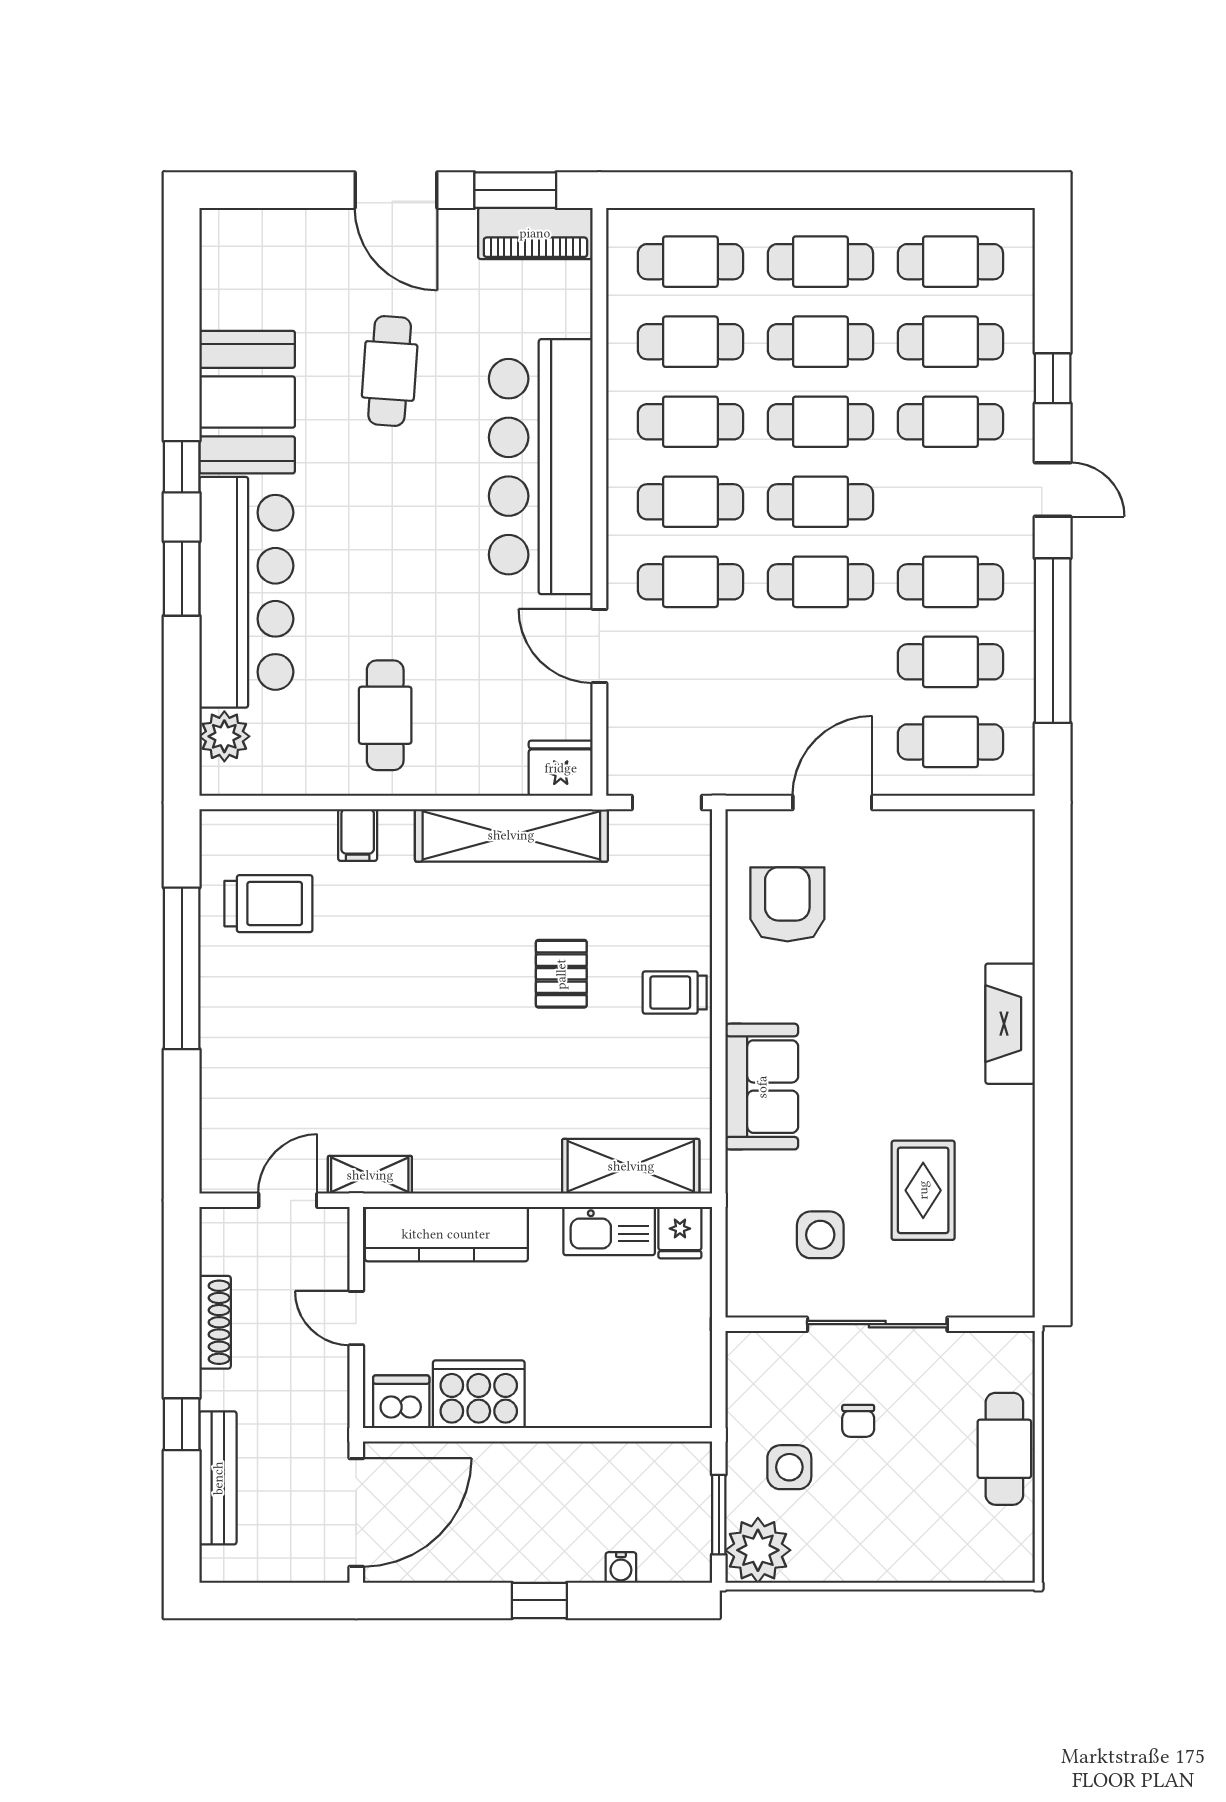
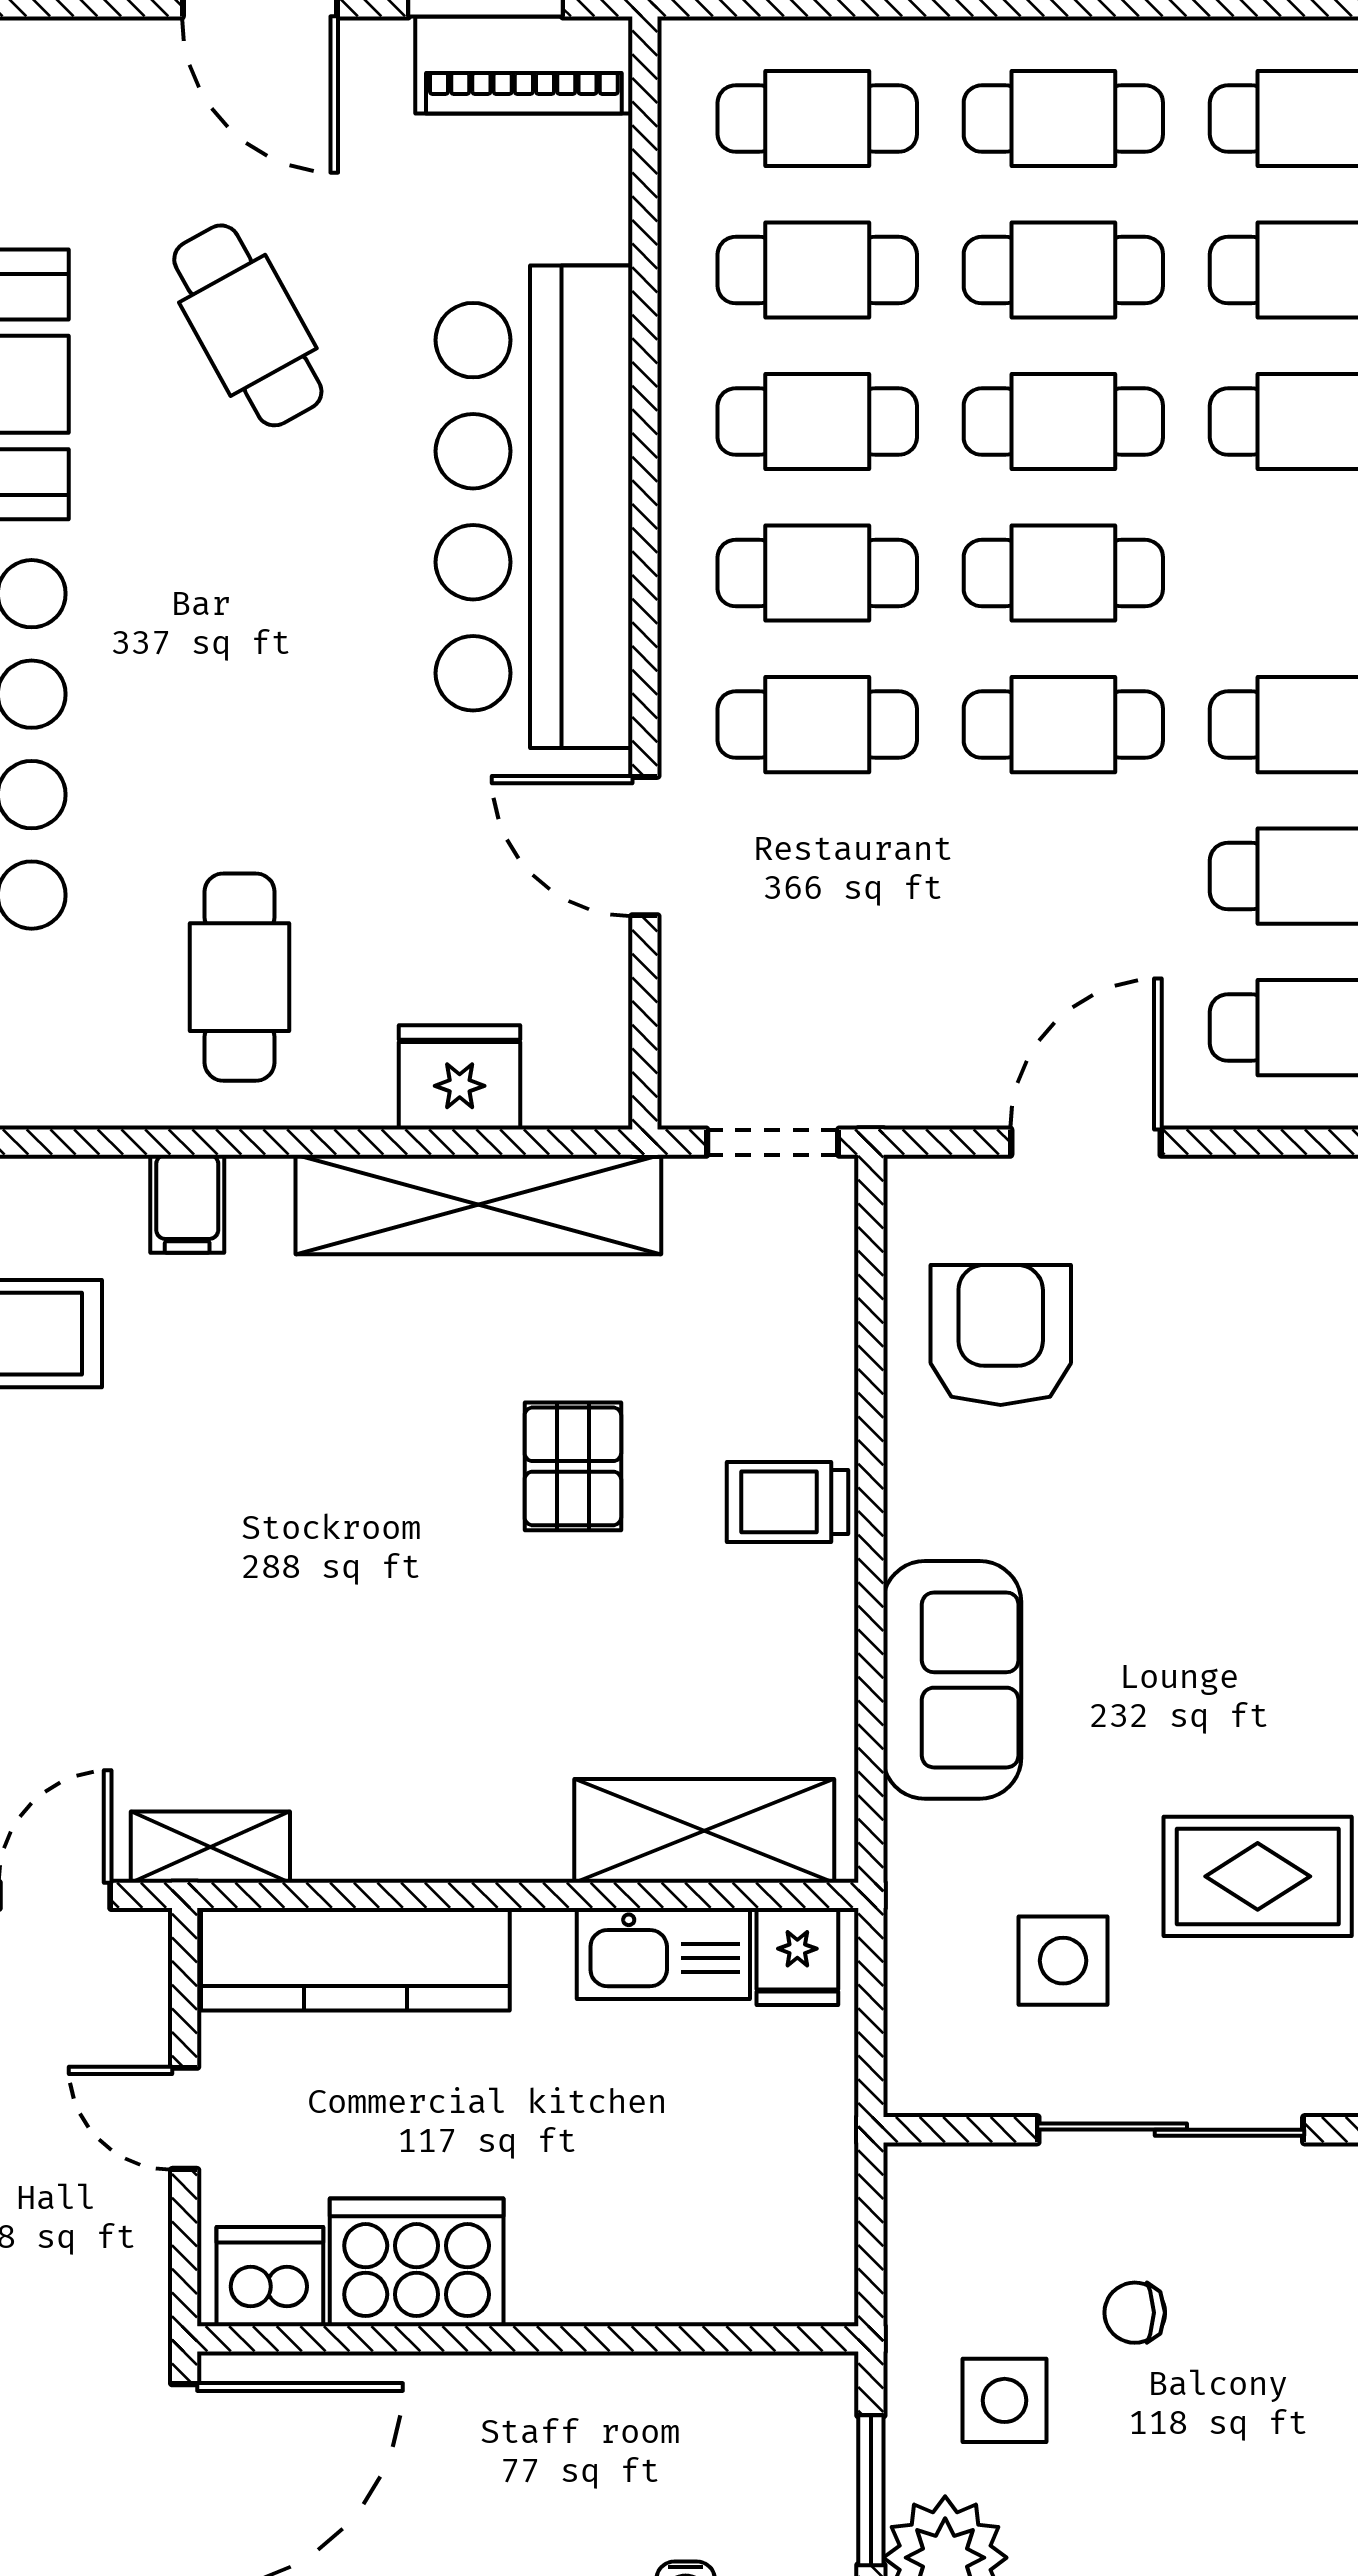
cafe table: (390, 371) -> (248, 325), turned -33
fridge: (561, 768) -> (460, 1077), moved
rug: (923, 1190) -> (1258, 1876), turned 90
chair: (858, 1421) -> (1135, 2313), turned 90

